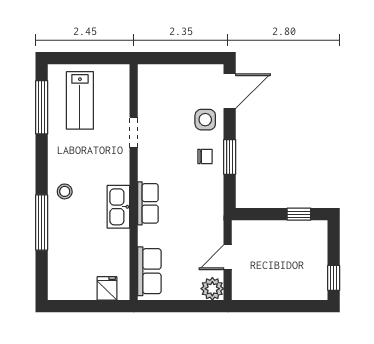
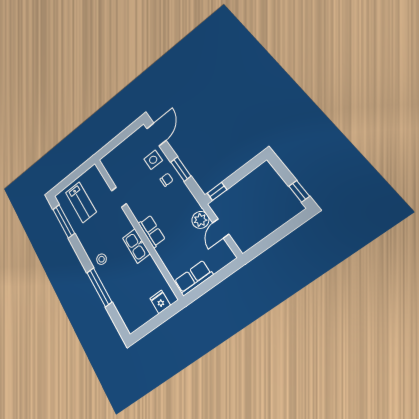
window: (299, 214) -> (217, 191), moved
row of seats: (149, 271) -> (193, 278), moved, turned -90
plant: (212, 289) -> (200, 220), moved

